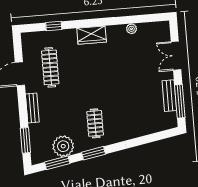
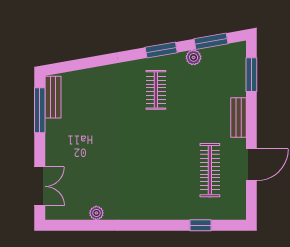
wardrobe: (92, 35) -> (151, 209), removed
double door: (176, 56) -> (40, 186), moved
bench: (169, 96) -> (53, 97), moved
plant: (63, 146) -> (194, 57), width x0.53, depth x0.53

